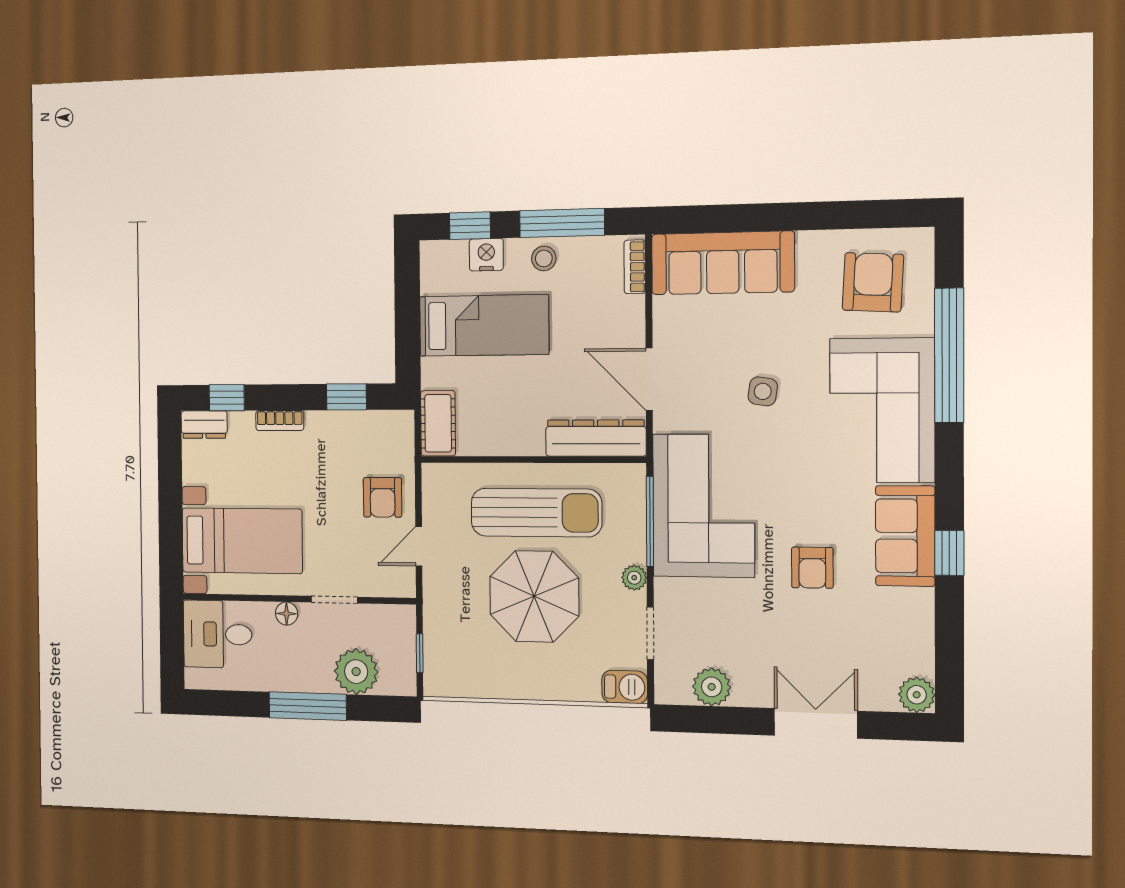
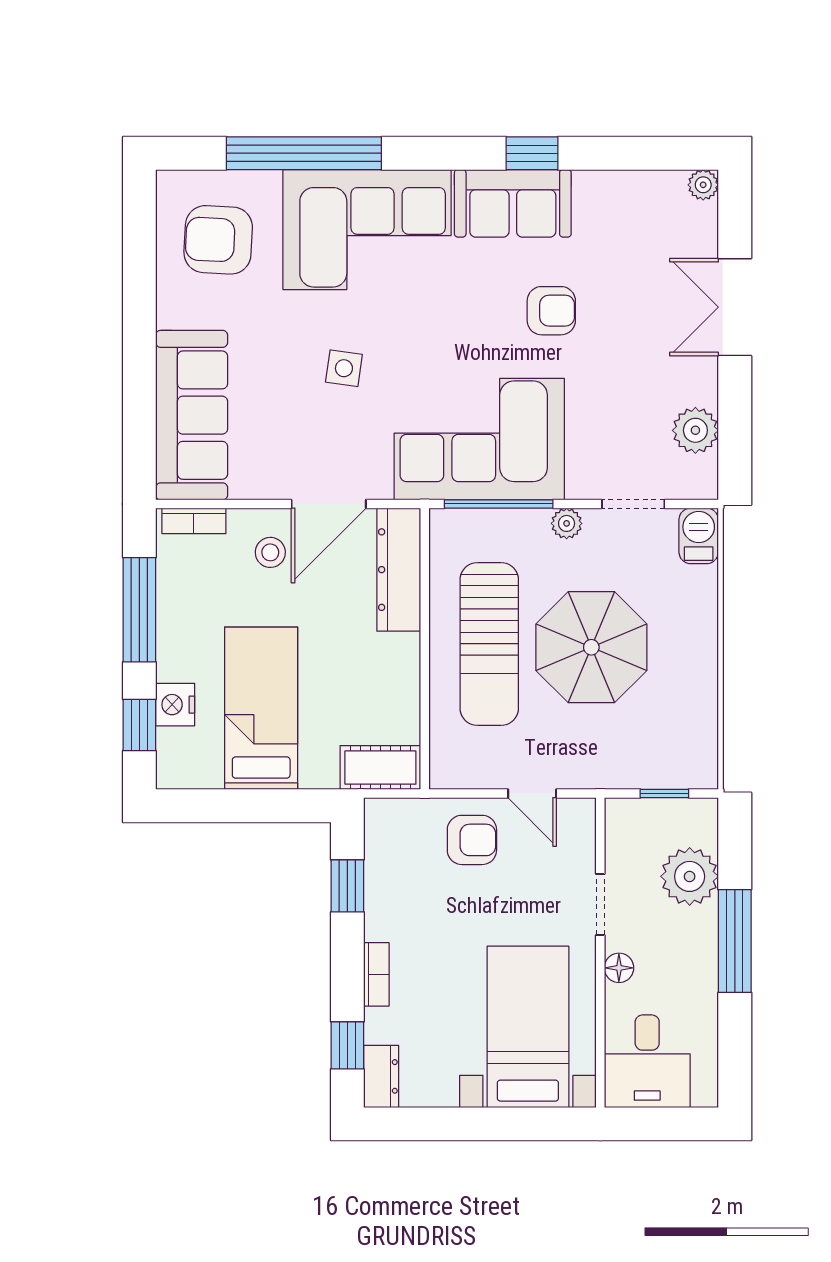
stool: (544, 258) -> (270, 552), moved
sun lounger: (536, 513) -> (489, 644), turned 180
plant: (917, 695) -> (703, 185), width x0.73, depth x0.73

